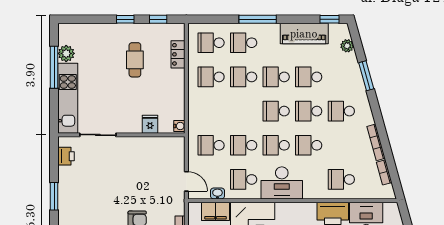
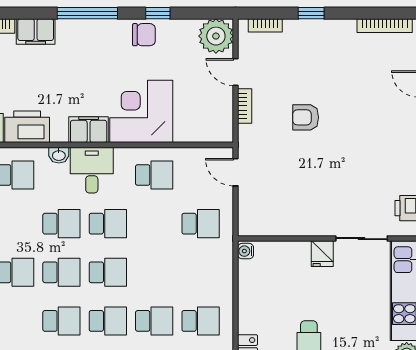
fridge: (150, 124) -> (322, 254), moved
school desk: (244, 145) -> (154, 224), removed
desk: (282, 183) -> (92, 170), width x0.73
washbasin: (217, 193) -> (59, 155), moved
filing cabinet: (216, 211) -> (89, 130), moved

